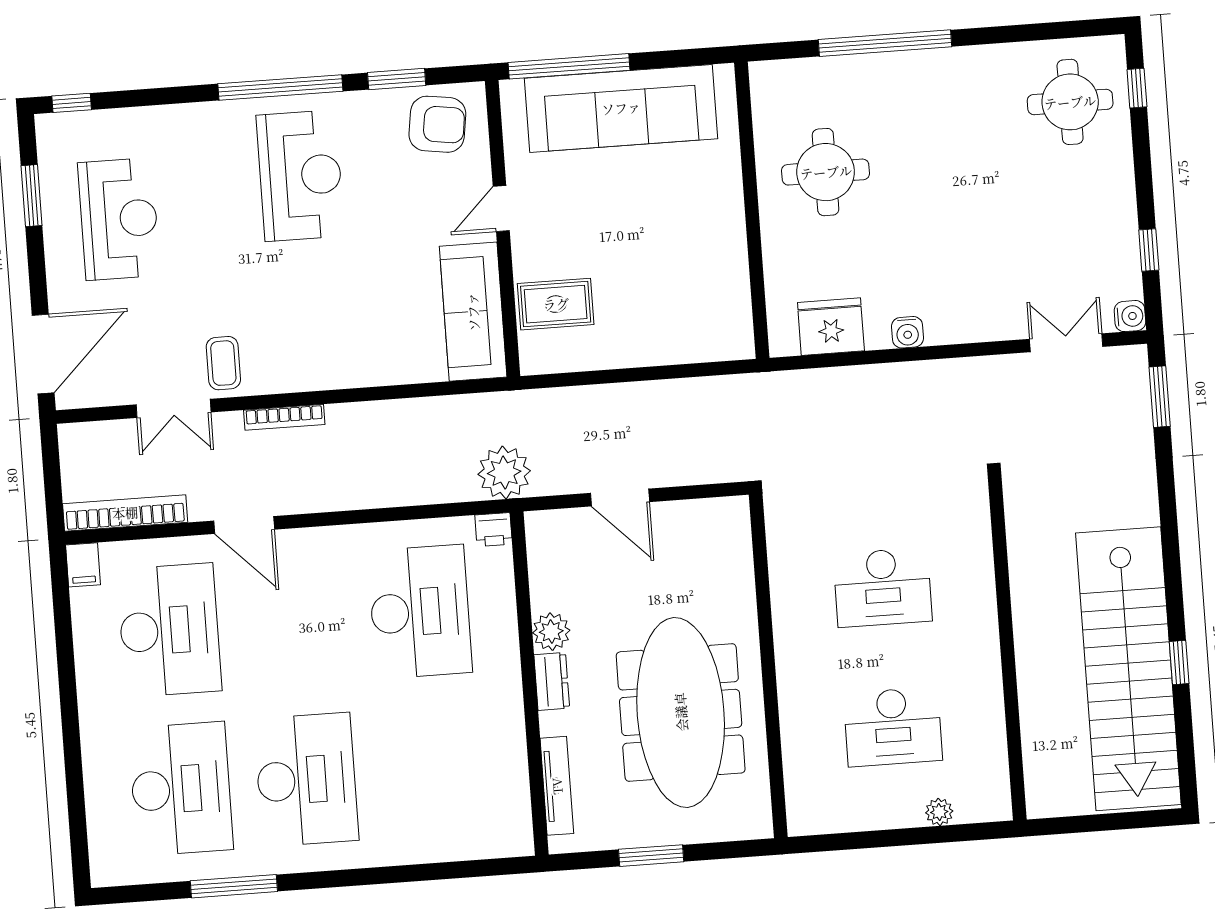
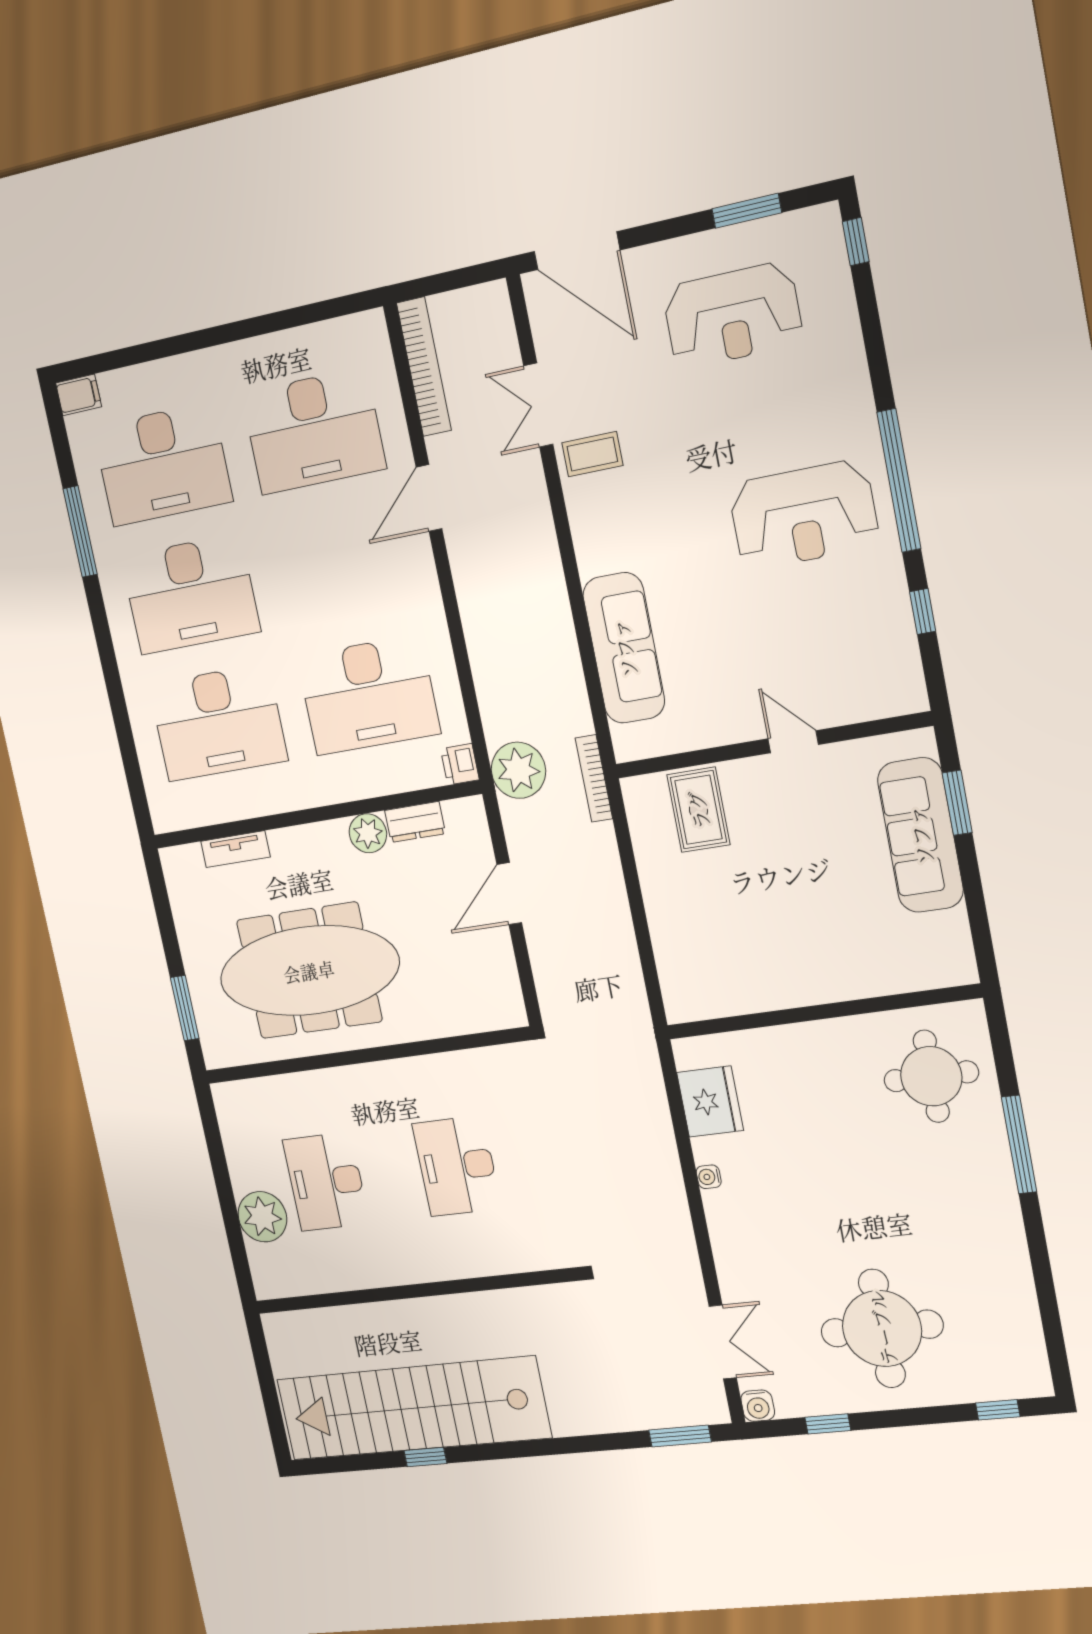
window: (885, 43) -> (1019, 1144), width x0.68
window: (569, 66) -> (957, 803), width x0.47
window: (397, 79) -> (923, 611), width x0.67
round table: (1070, 102) -> (882, 1328), moved, width x1.36, depth x1.36
sofa: (621, 108) -> (920, 835), width x0.74, depth x0.79
armchair: (437, 124) -> (877, 662), removed
round table: (826, 172) -> (931, 1076), moved
sofa: (473, 312) -> (624, 648), moved, turned 90
water cooler: (907, 332) -> (709, 1177), width x0.72, depth x0.72
bookcase: (284, 417) -> (594, 778), moved
filing cabinet: (83, 565) -> (79, 395), moved, turned 180
dresser: (552, 681) -> (415, 822), moved
desk: (432, 770) -> (218, 723), added
tv unit: (557, 786) -> (235, 849), width x0.71
plant: (939, 812) -> (262, 1217), width x1.87, depth x1.87
window: (651, 856) -> (185, 1008), moved

